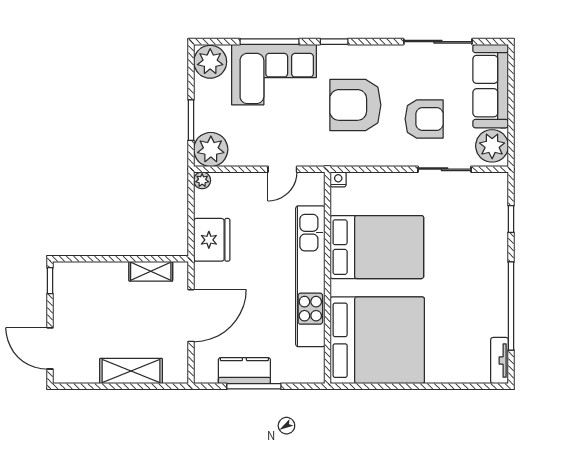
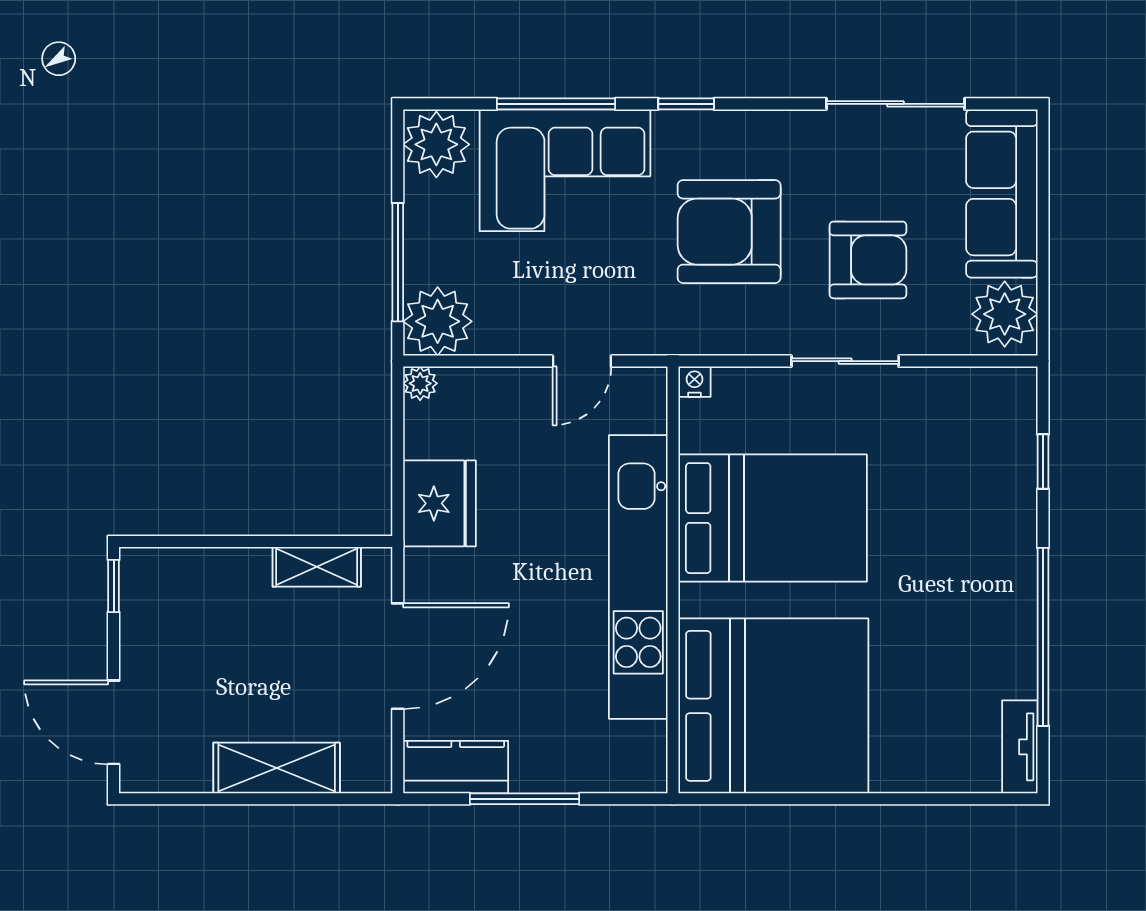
window: (191, 120) -> (398, 262), width x1.44
sliding door: (444, 169) -> (845, 361), moved
kitchen counter: (244, 371) -> (456, 767), moved

